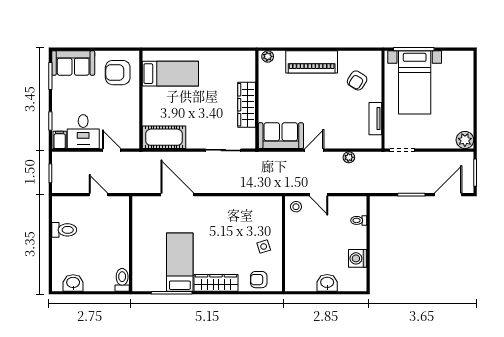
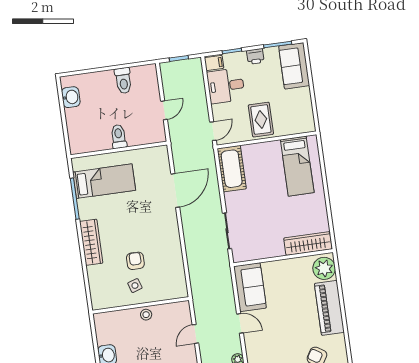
plant: (268, 56) -> (324, 268), width x1.87, depth x1.87
armchair: (118, 73) -> (291, 112), removed
printer: (59, 99) -> (255, 56), added
rug: (120, 102) -> (261, 120), added
wardrobe: (247, 105) -> (308, 244), moved
door: (112, 150) -> (213, 131), moved
stool: (296, 207) -> (146, 315), moved
bed: (180, 262) -> (104, 181), moved
toilet: (122, 280) -> (119, 137), moved, turned -90
armchair: (259, 280) -> (135, 261), moved

